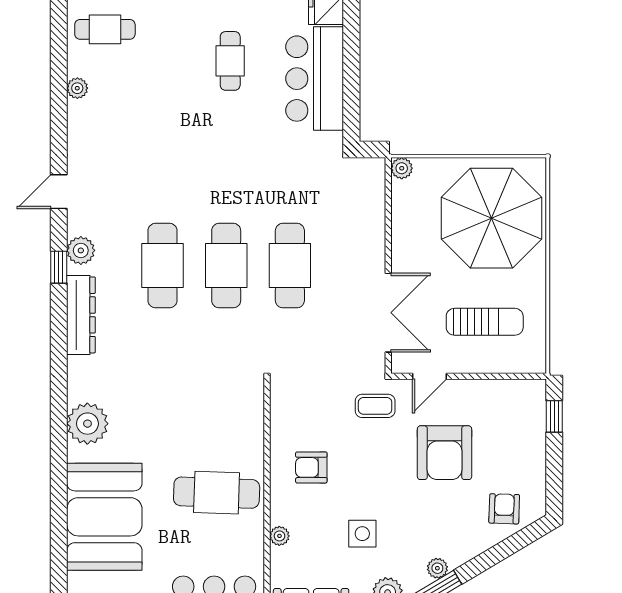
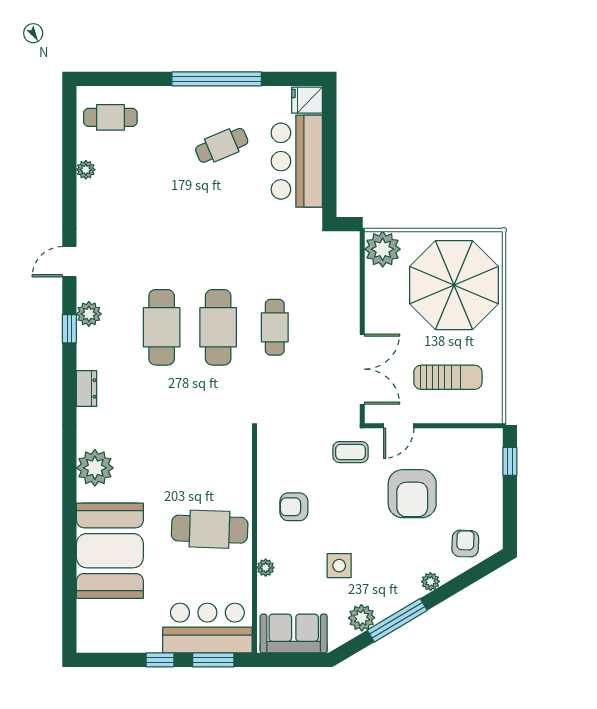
cafe table: (230, 61) -> (222, 145), turned 67
plant: (402, 168) -> (383, 249), width x1.88, depth x1.88
cafe table: (290, 266) -> (275, 327), width x0.73, depth x0.74
dresser: (81, 315) -> (87, 388), width x0.51, depth x0.80
plant: (437, 568) -> (431, 582), moved

